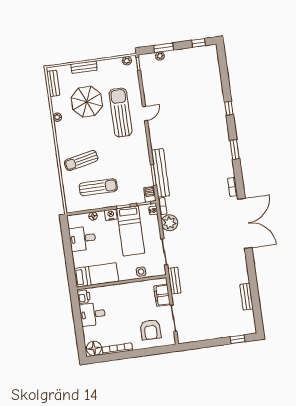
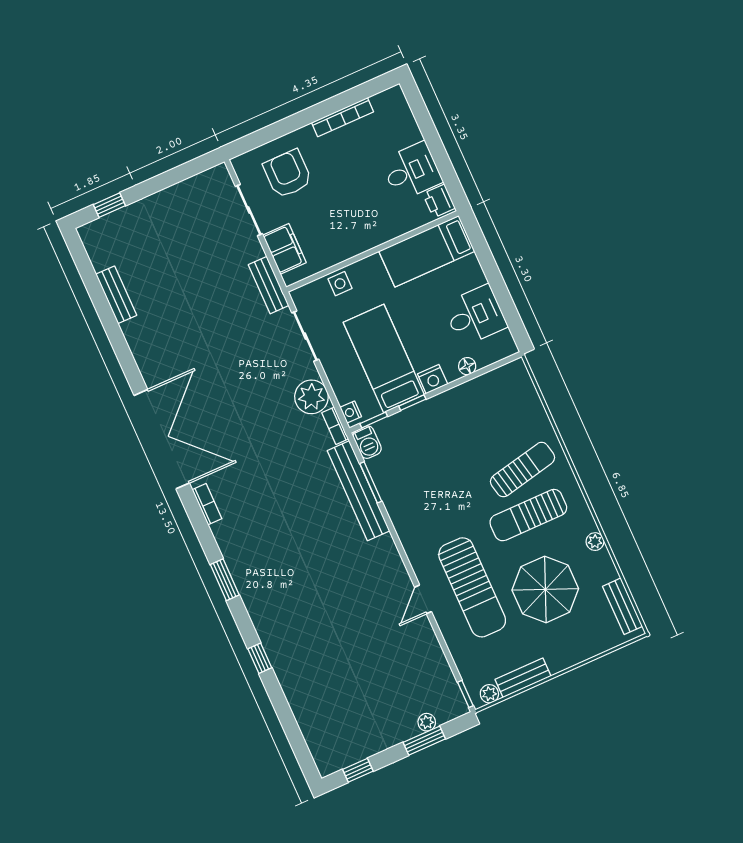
bench: (84, 67) -> (523, 678), moved
sun lounger: (98, 187) -> (528, 515), moved
double door: (245, 223) -> (162, 439), swing flipped
floor lamp: (94, 348) -> (389, 104), removed

